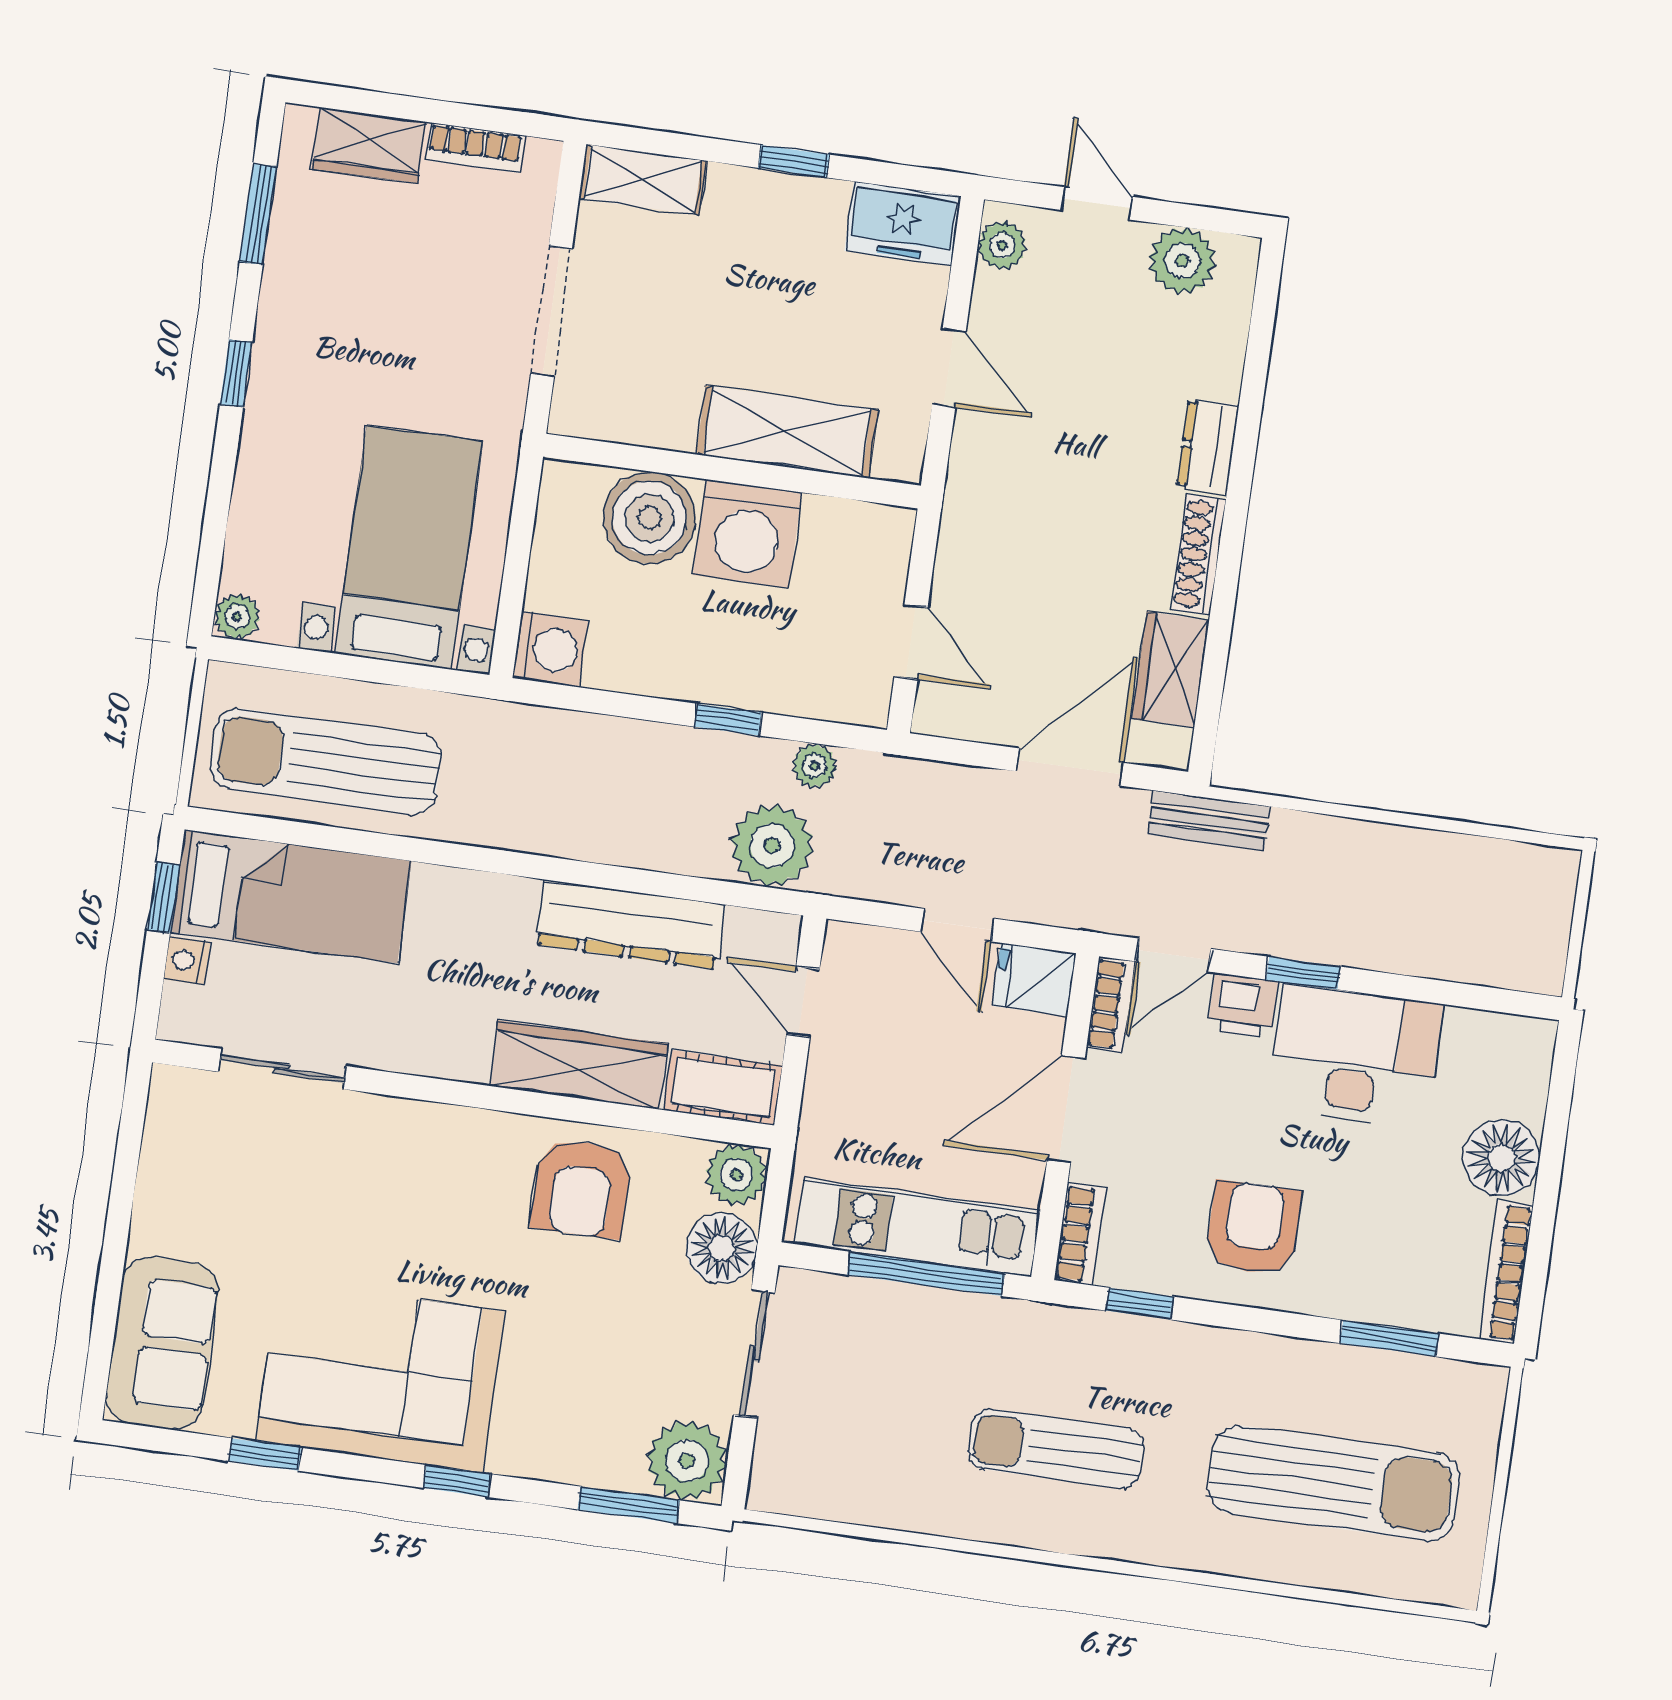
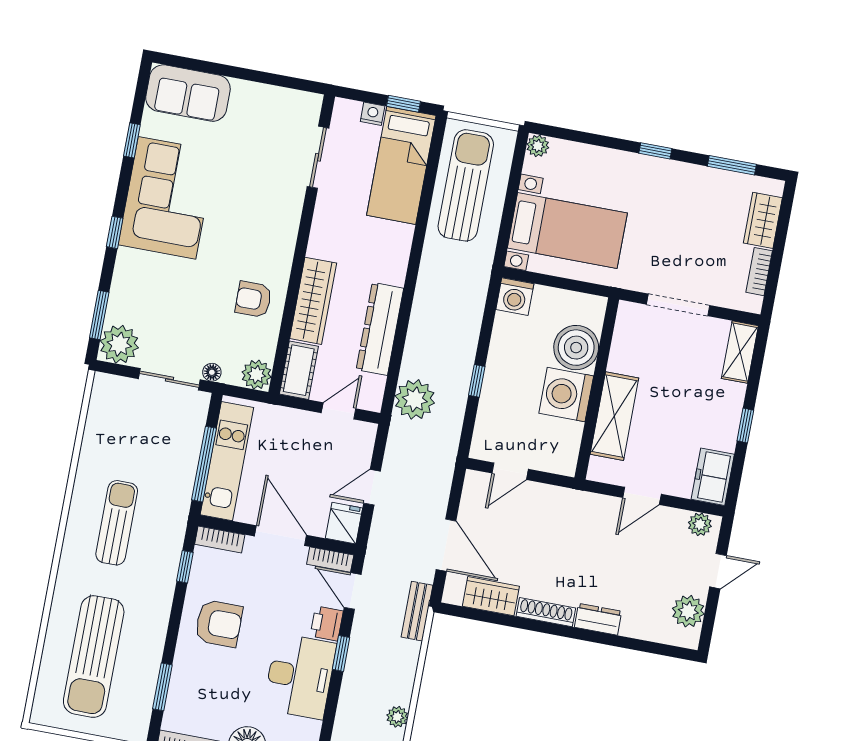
plant: (815, 766) -> (397, 717), moved
armchair: (581, 1188) -> (253, 299), width x0.72, depth x0.72
floor lamp: (722, 1248) -> (212, 372), width x0.53, depth x0.53

